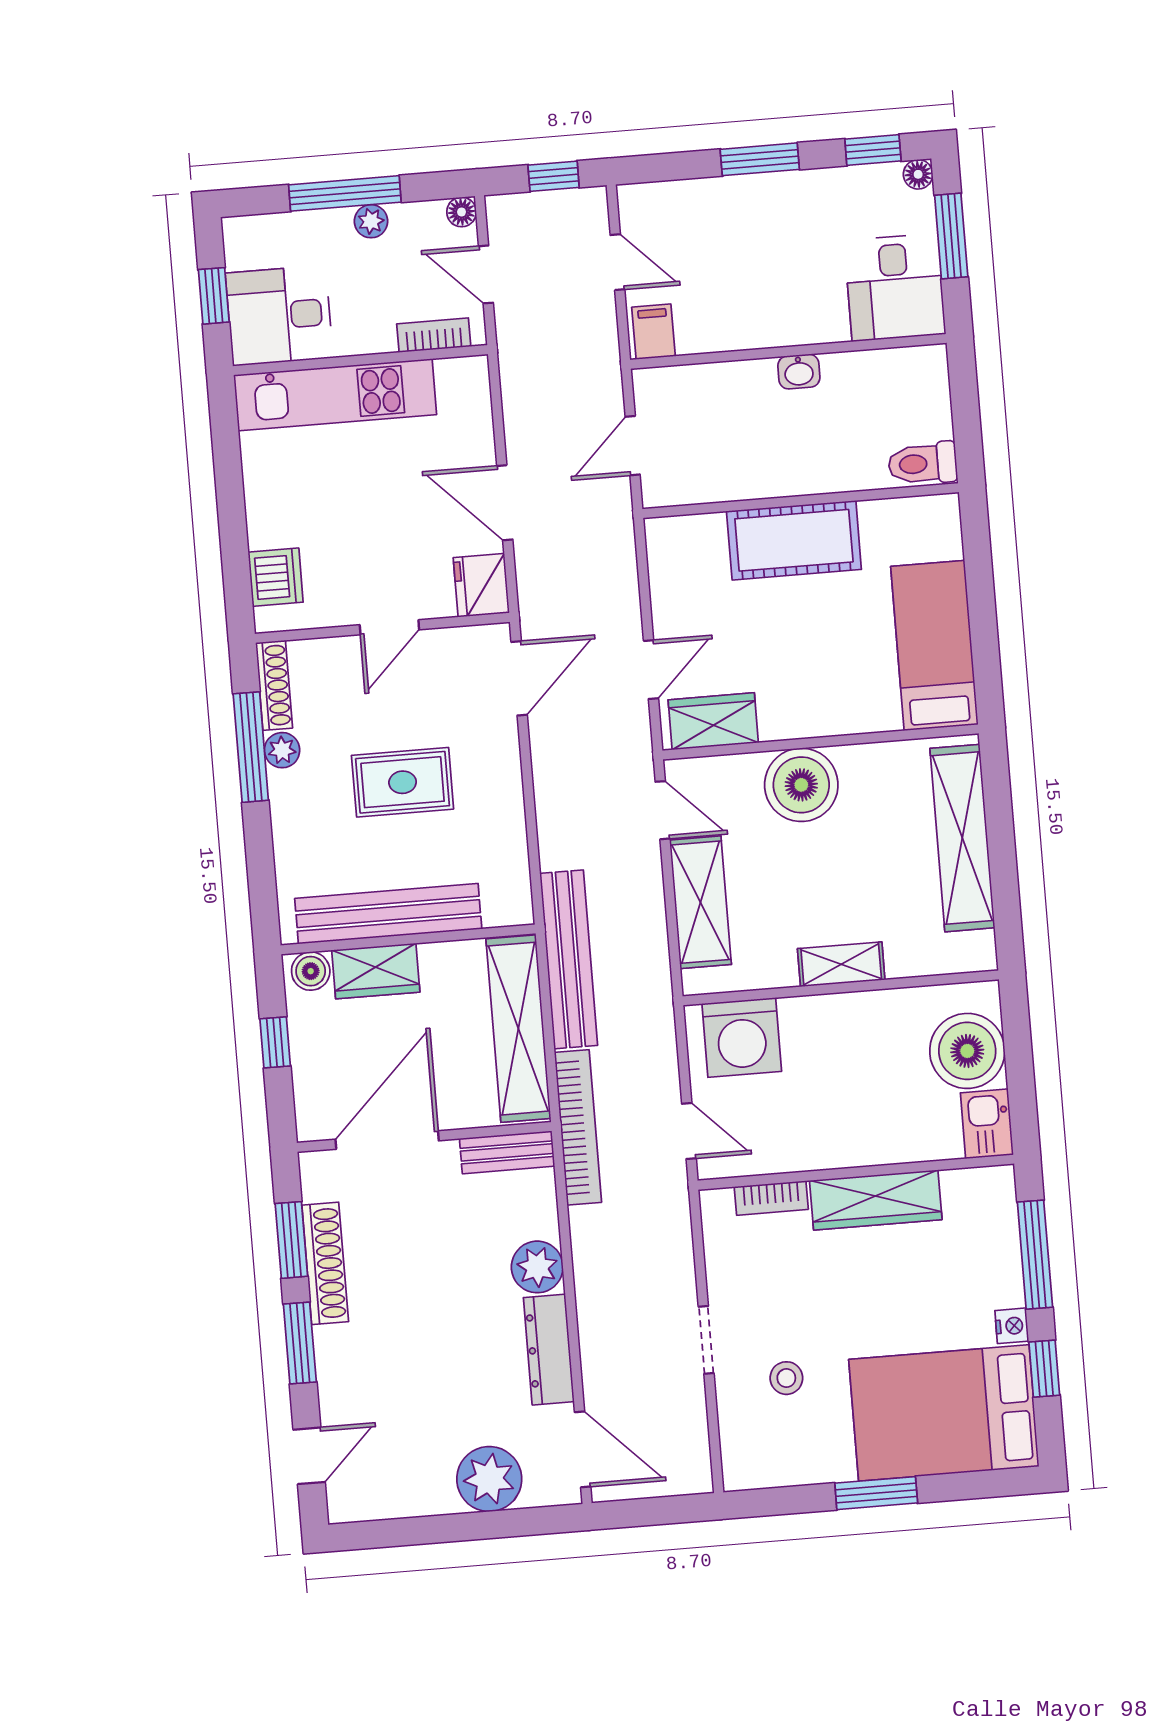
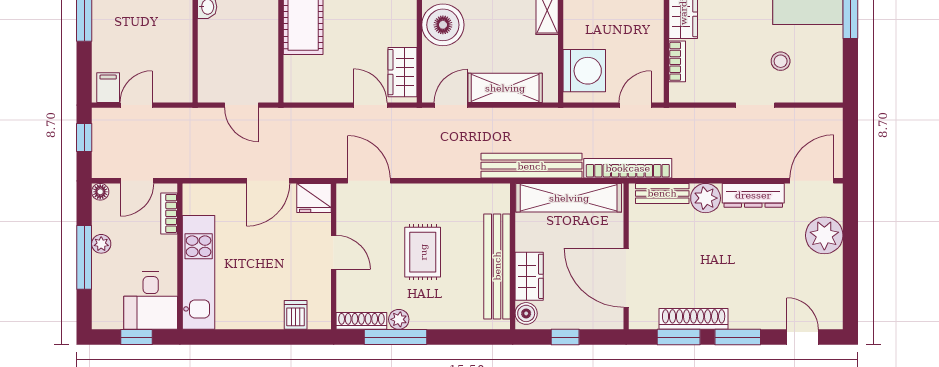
filing cabinet: (653, 332) -> (108, 88), moved, turned 90
dishwasher: (276, 577) -> (296, 315), width x0.73
bench: (507, 1152) -> (662, 193), moved, turned 90

